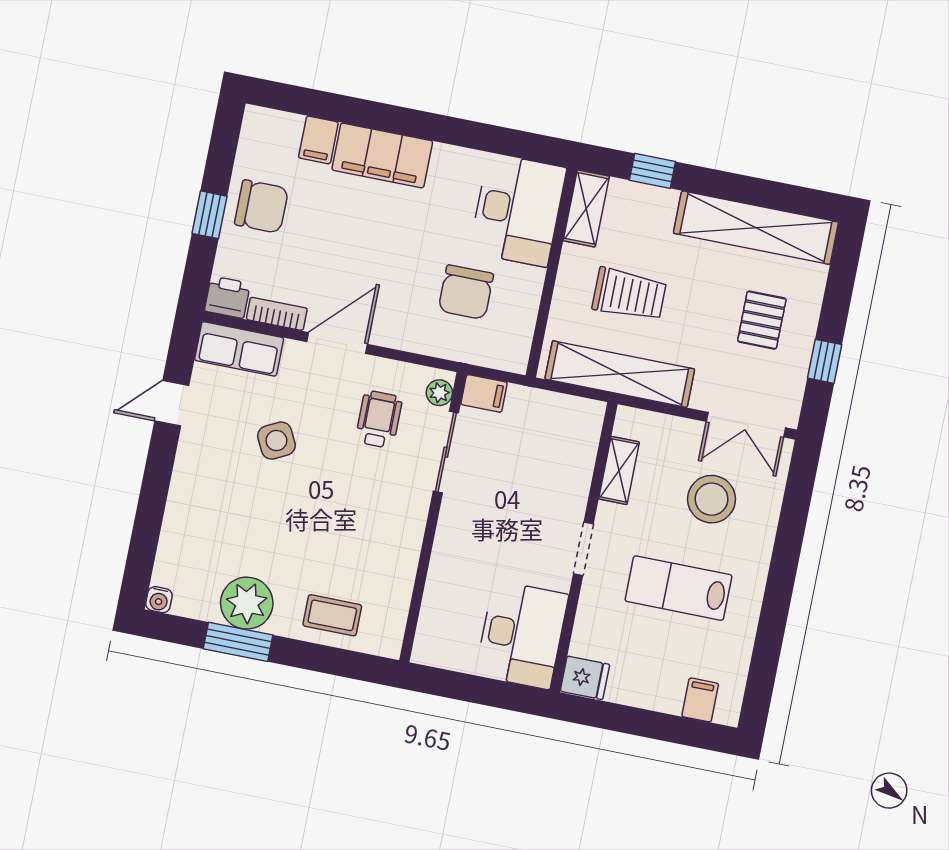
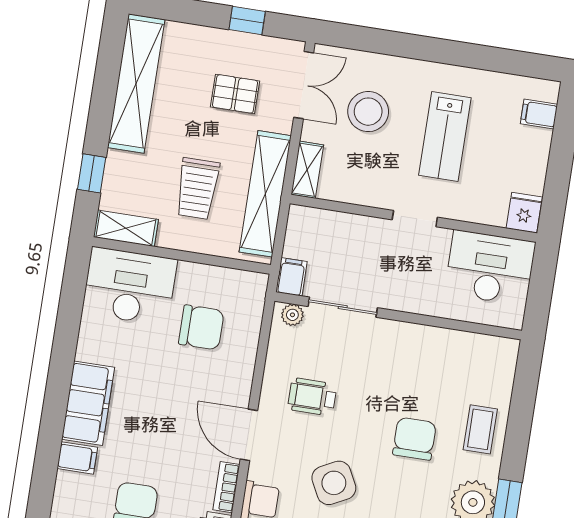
trolley: (629, 294) -> (197, 189), turned 180
pallet: (762, 320) -> (235, 94), moved
plant: (439, 393) -> (292, 315), moved
filing cabinet: (484, 393) -> (291, 277), moved
side table: (276, 441) -> (334, 483), width x1.37, depth x1.37
sliding door: (446, 452) -> (343, 307), moved
shelving: (619, 470) -> (307, 170), moved, turned 90
wall: (433, 517) -> (398, 316), moved
chair: (324, 537) -> (414, 439), added

